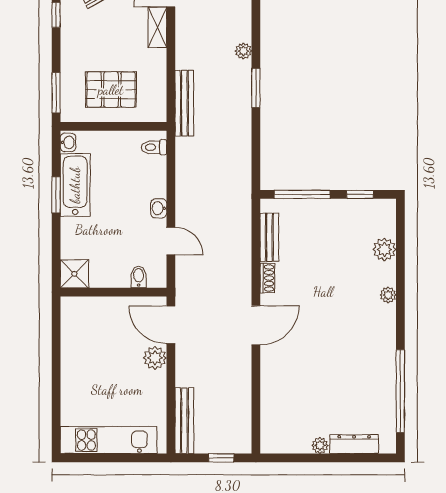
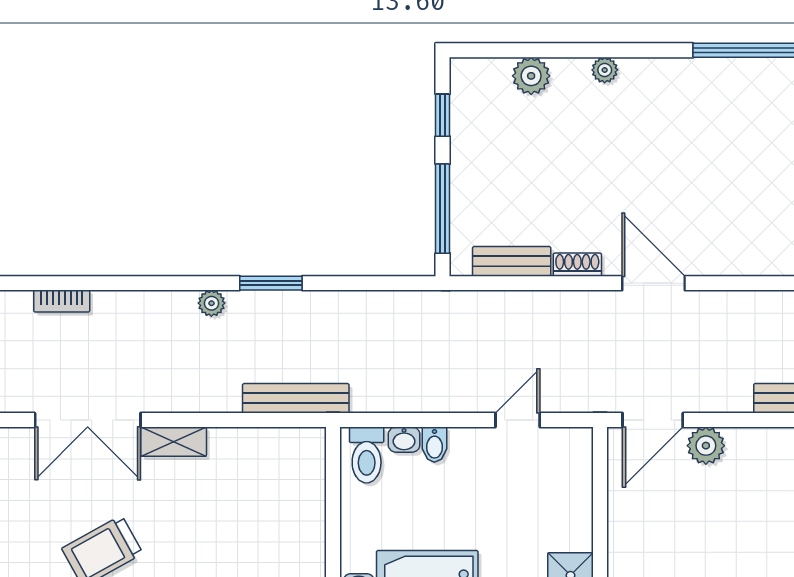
pallet: (111, 90) -> (274, 516), removed
toilet: (154, 147) -> (367, 455), width x1.37, depth x1.39
washbasin: (159, 208) -> (404, 440), moved
bidet: (139, 277) -> (434, 445), moved, turned -90

